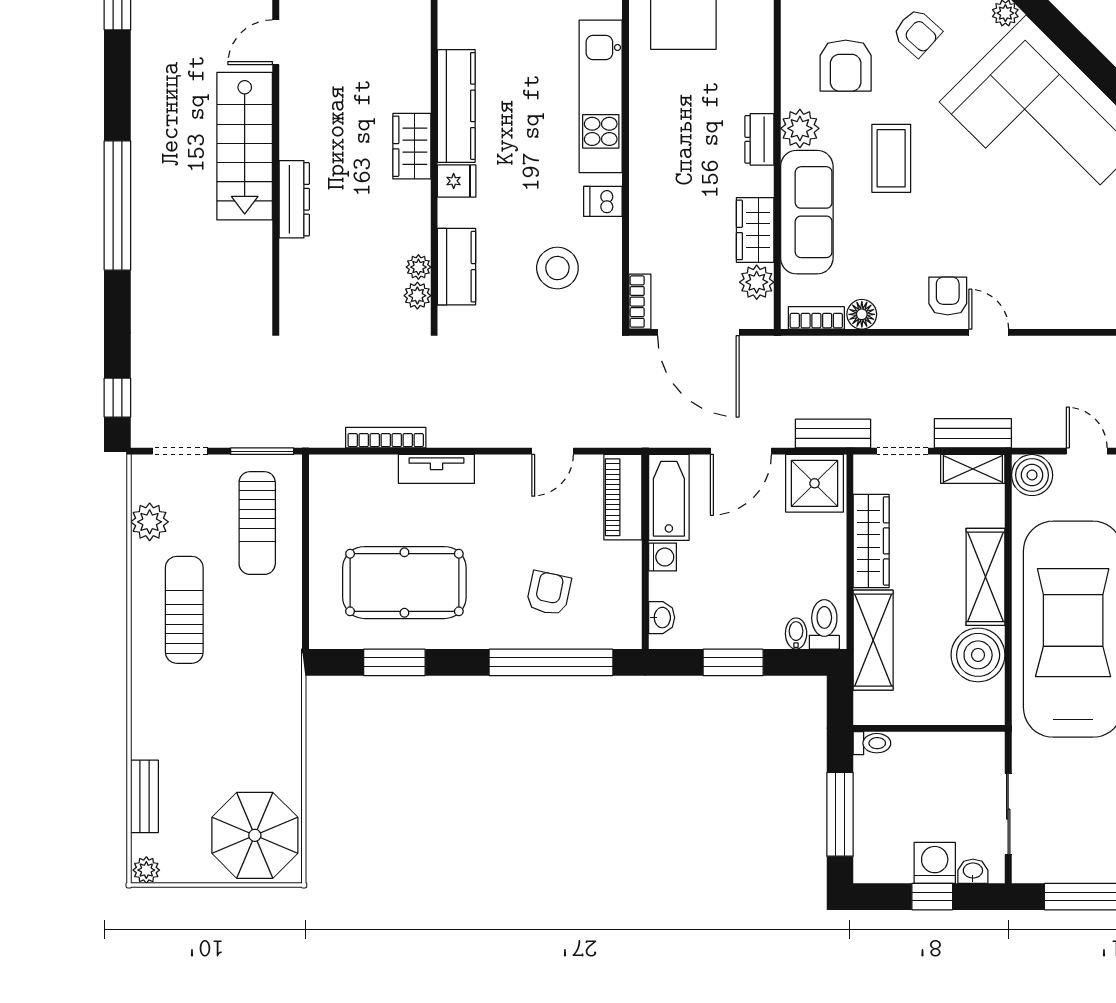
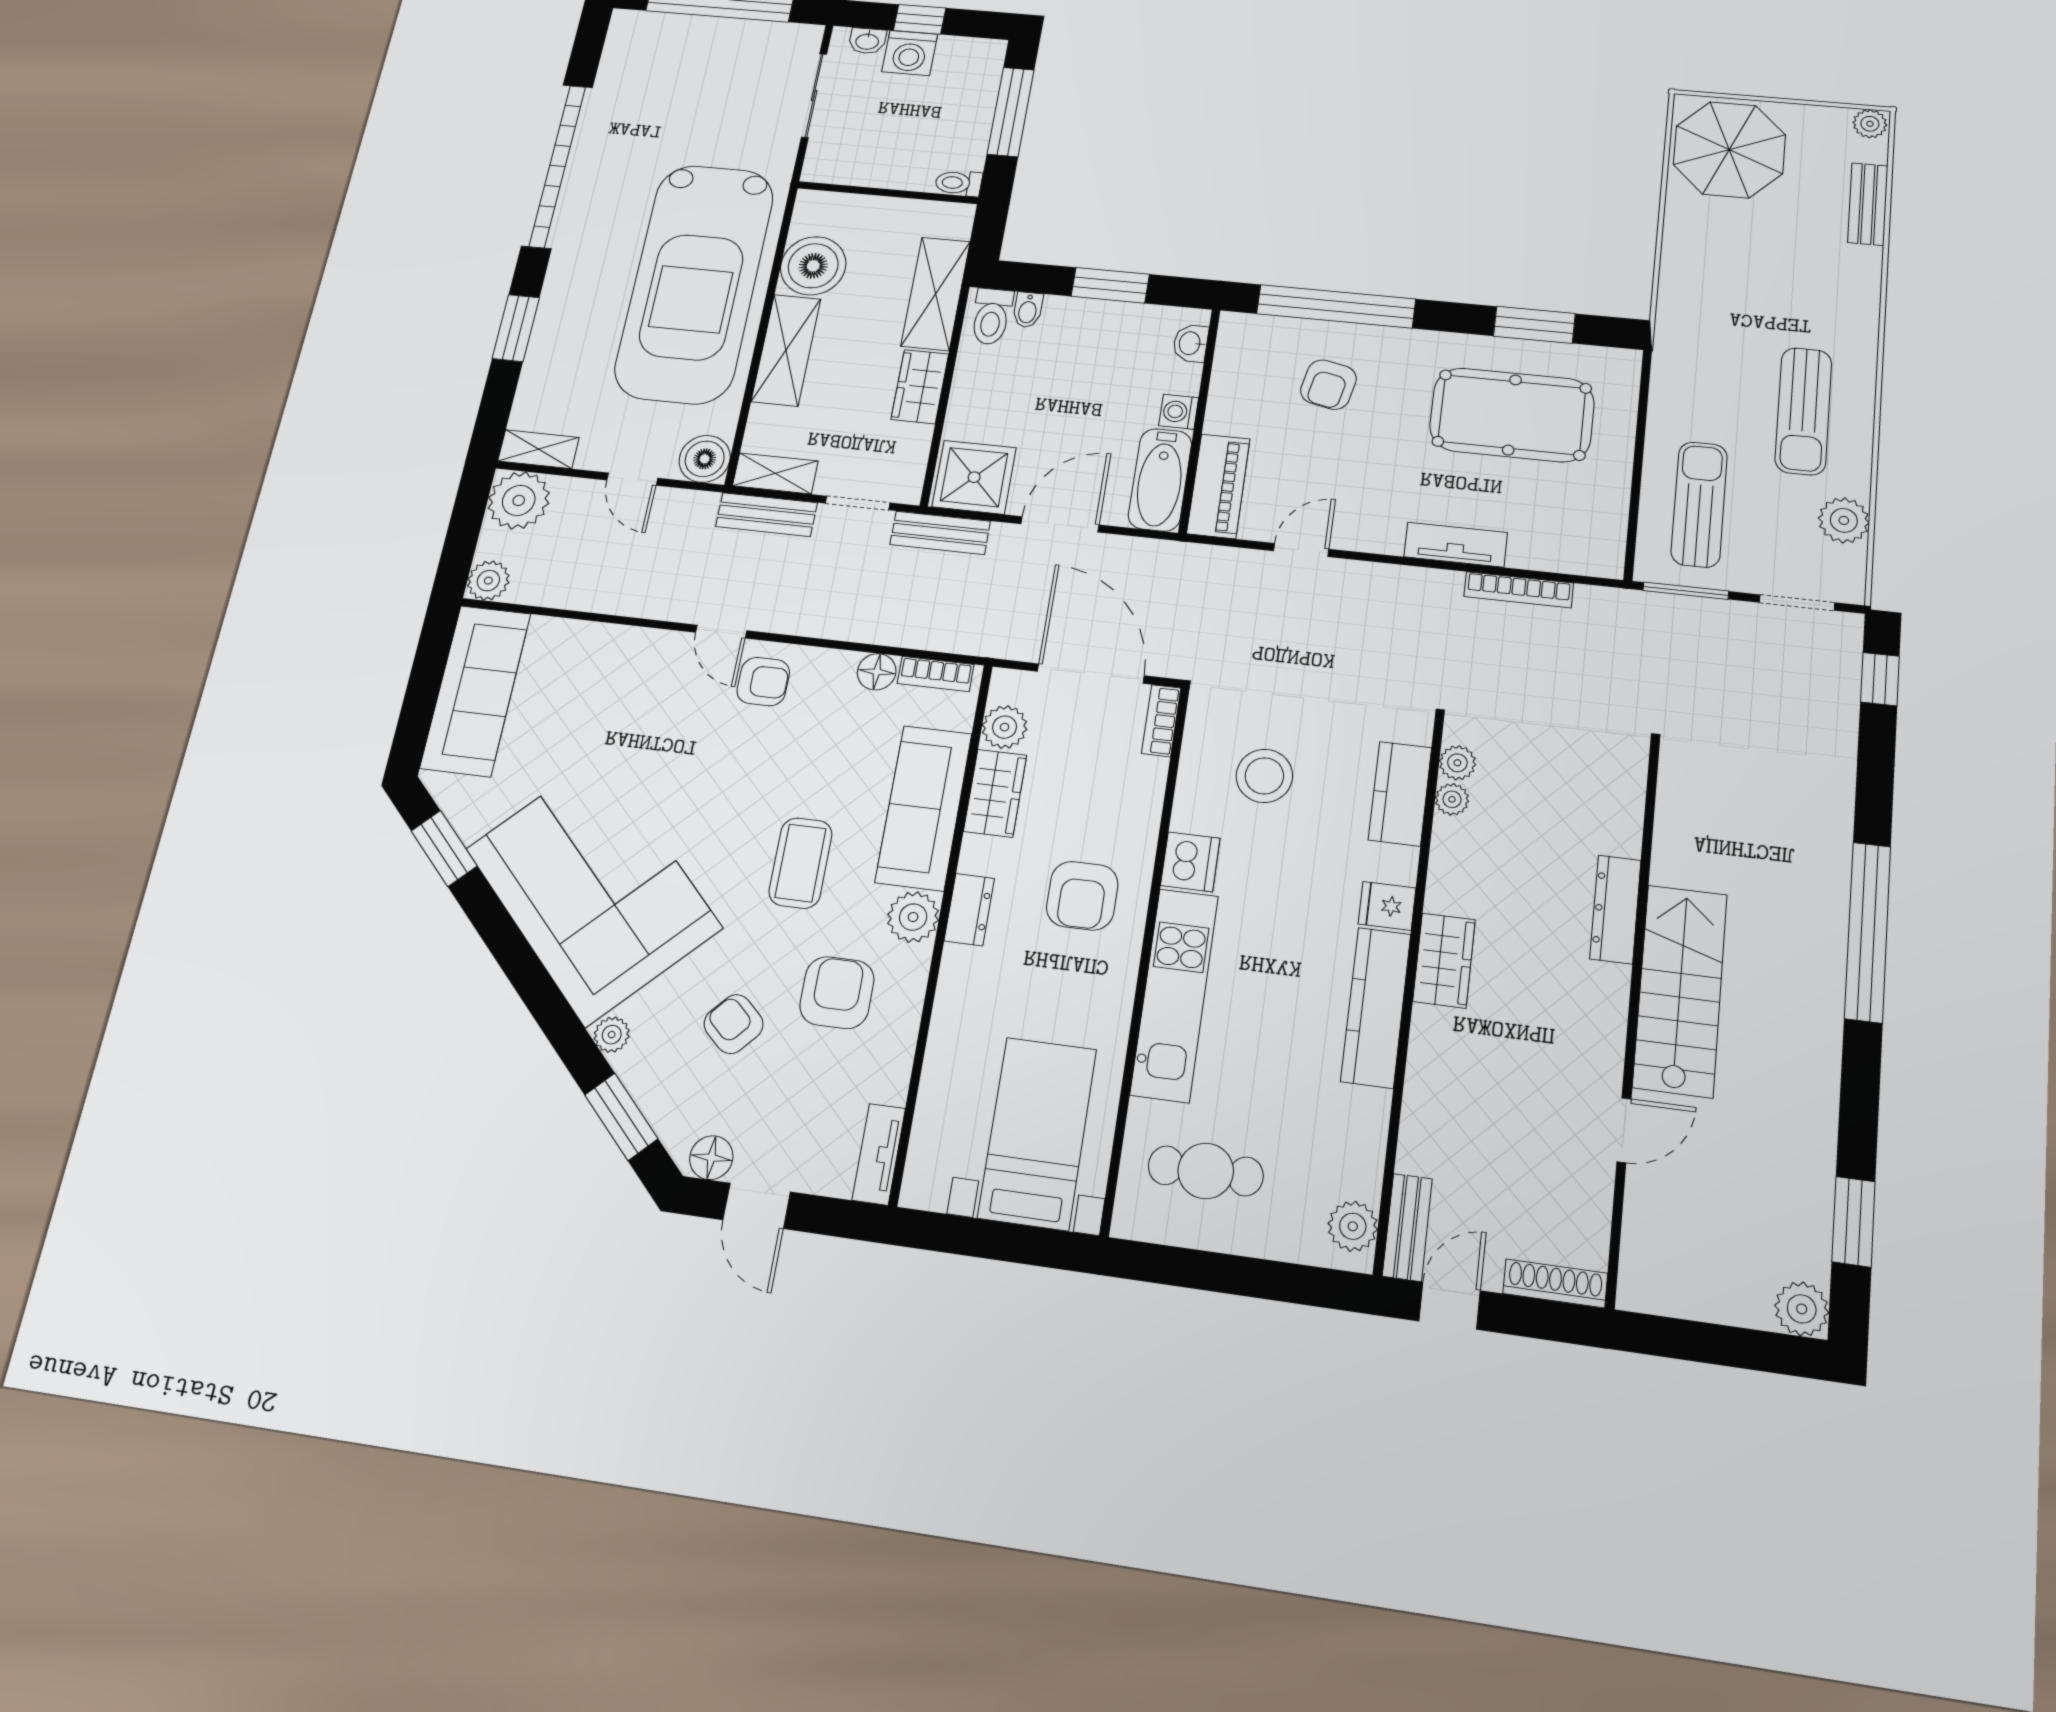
armchair: (678, 160) -> (1082, 896), added
dishwasher: (603, 201) -> (1190, 862), width x1.38
armchair: (948, 296) -> (763, 682), turned -90
wardrobe: (871, 541) -> (920, 387), width x0.67

